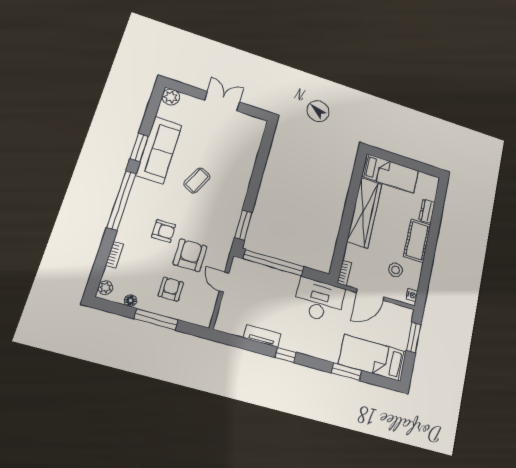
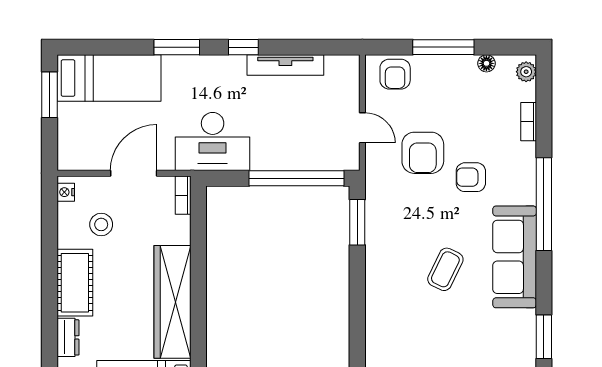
window: (139, 148) -> (544, 337), moved
sofa: (159, 150) -> (515, 257), moved
armchair: (171, 289) -> (395, 74), moved
tv unit: (262, 336) -> (285, 65), width x1.41
window: (414, 337) -> (50, 95), moved
window: (347, 372) -> (177, 47), moved

